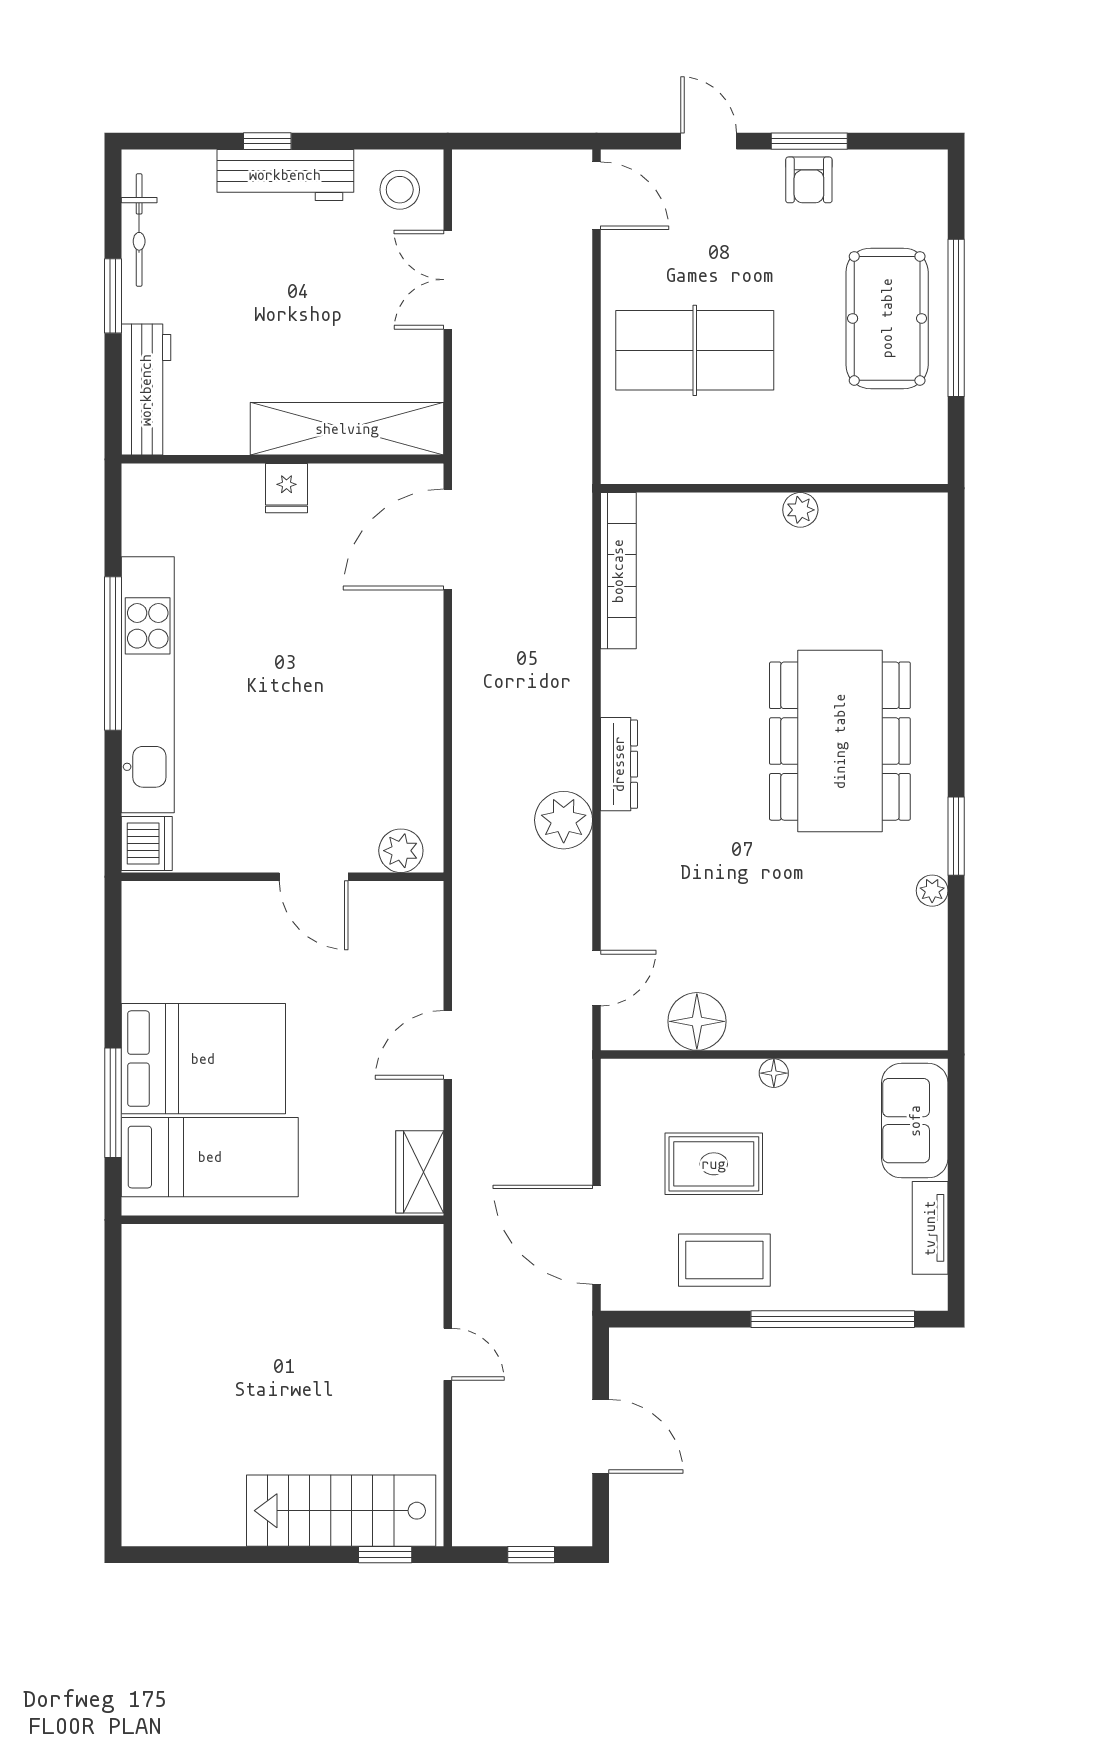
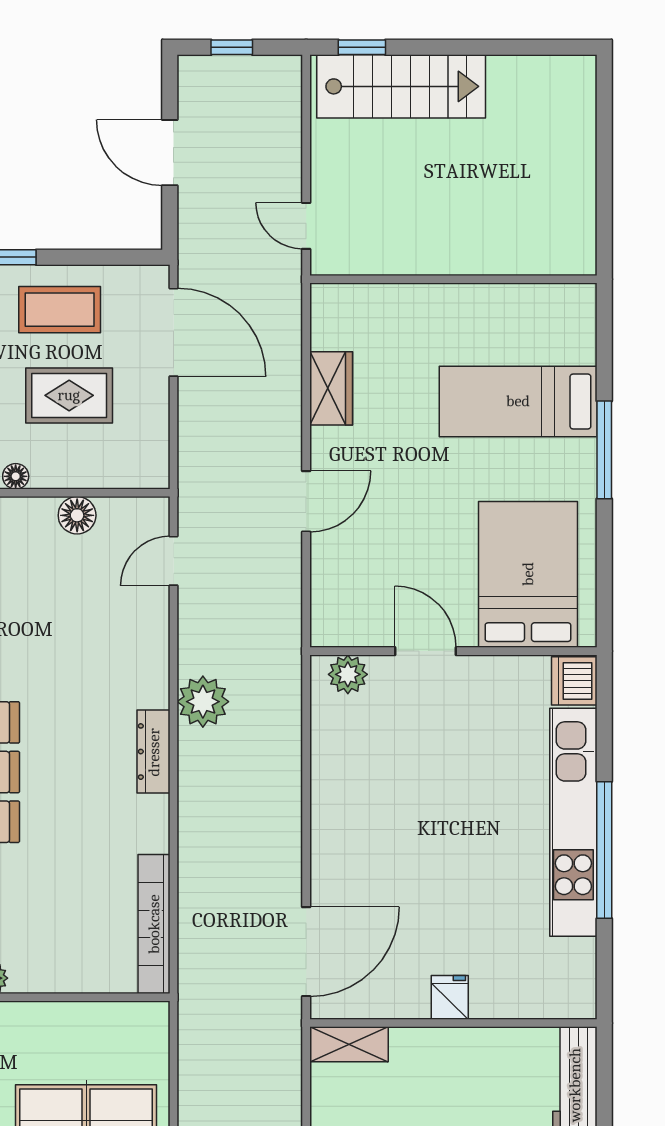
shelving: (347, 429) -> (349, 1044), width x0.45, depth x0.75
floor lamp: (697, 1021) -> (77, 515), width x0.73, depth x0.73
bed: (203, 1059) -> (528, 574), moved, turned 90
wall: (282, 1220) -> (453, 279), moved

